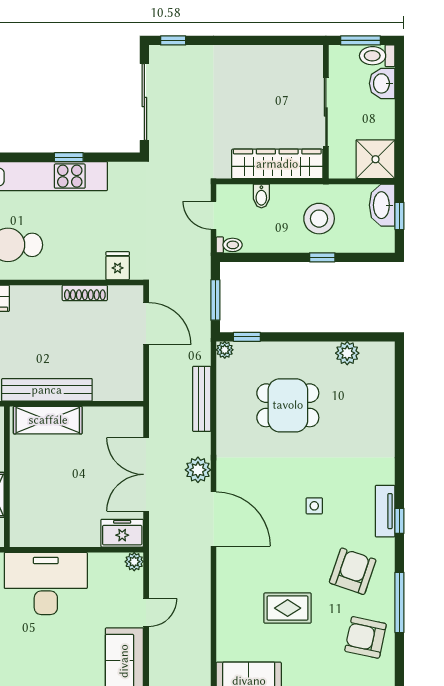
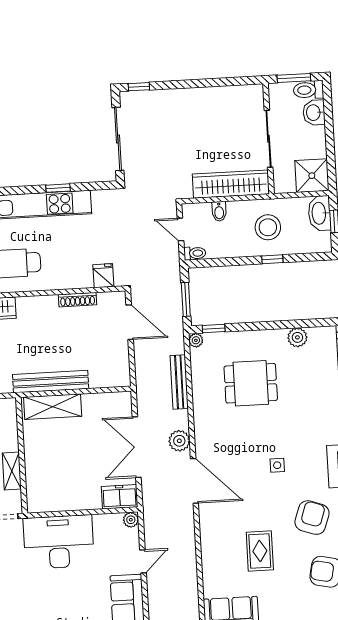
rug: (288, 608) -> (260, 551), turned 90

